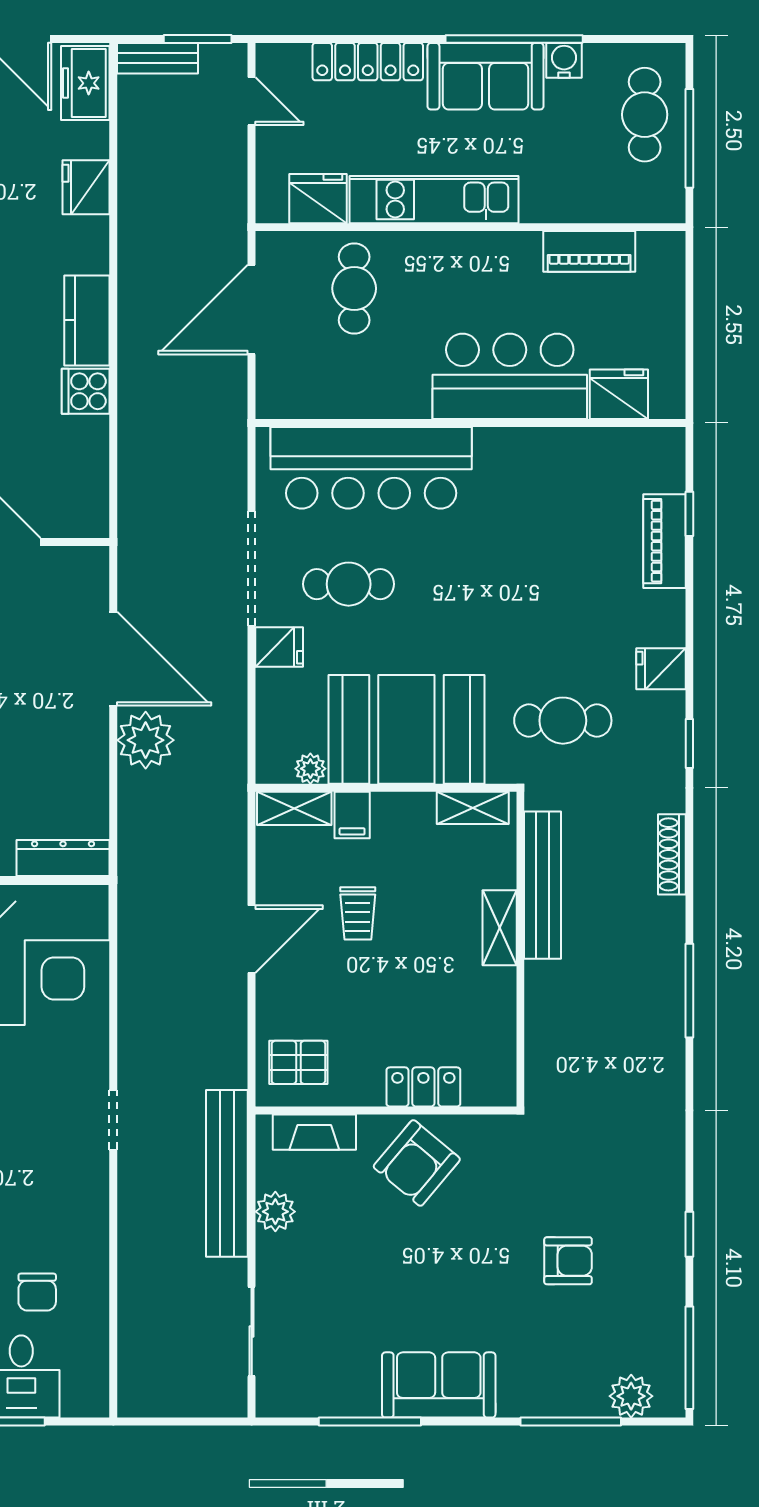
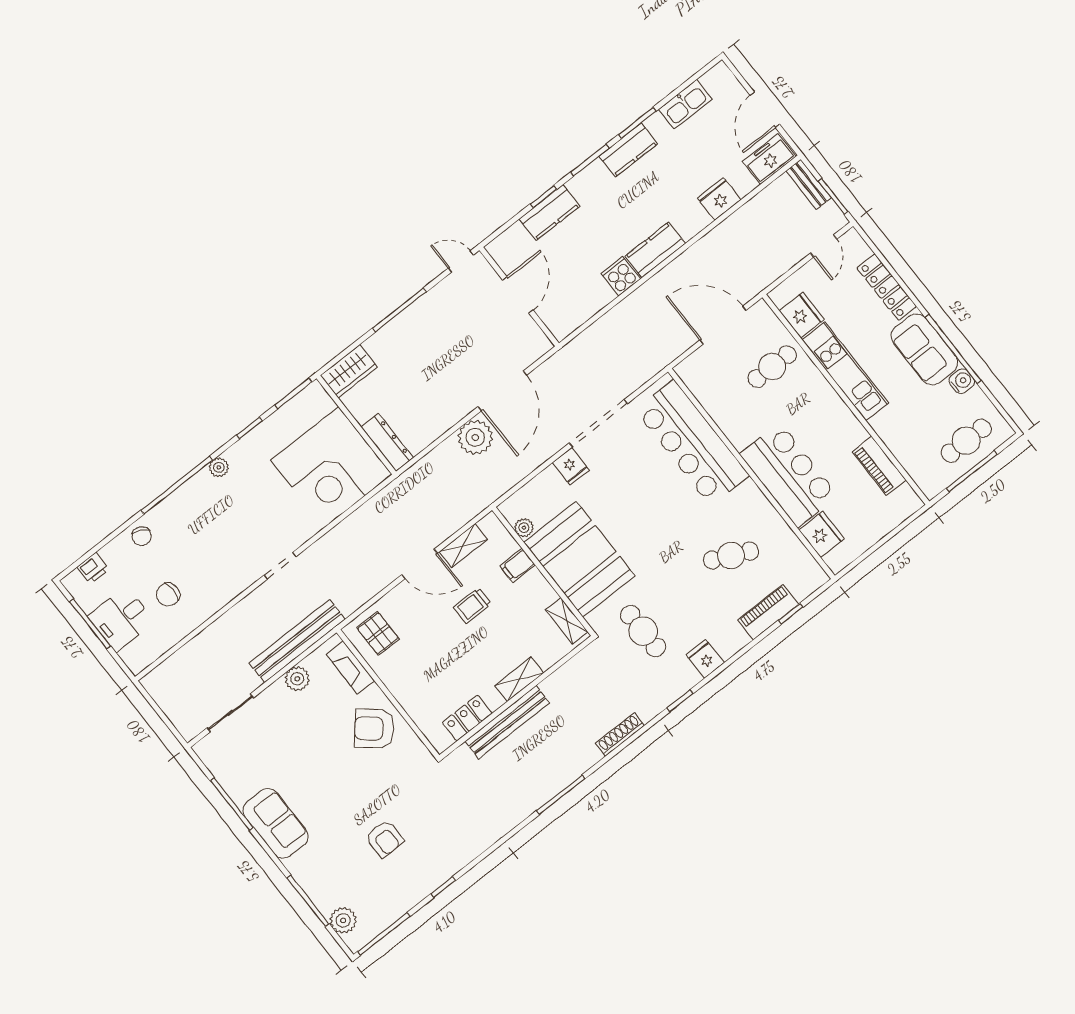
cafe table: (349, 584) -> (731, 556), moved, turned -65
shelving: (294, 808) -> (463, 546), moved, turned 90
bench: (543, 885) -> (507, 722), moved
locker: (423, 1087) -> (467, 718), moved, turned -90

